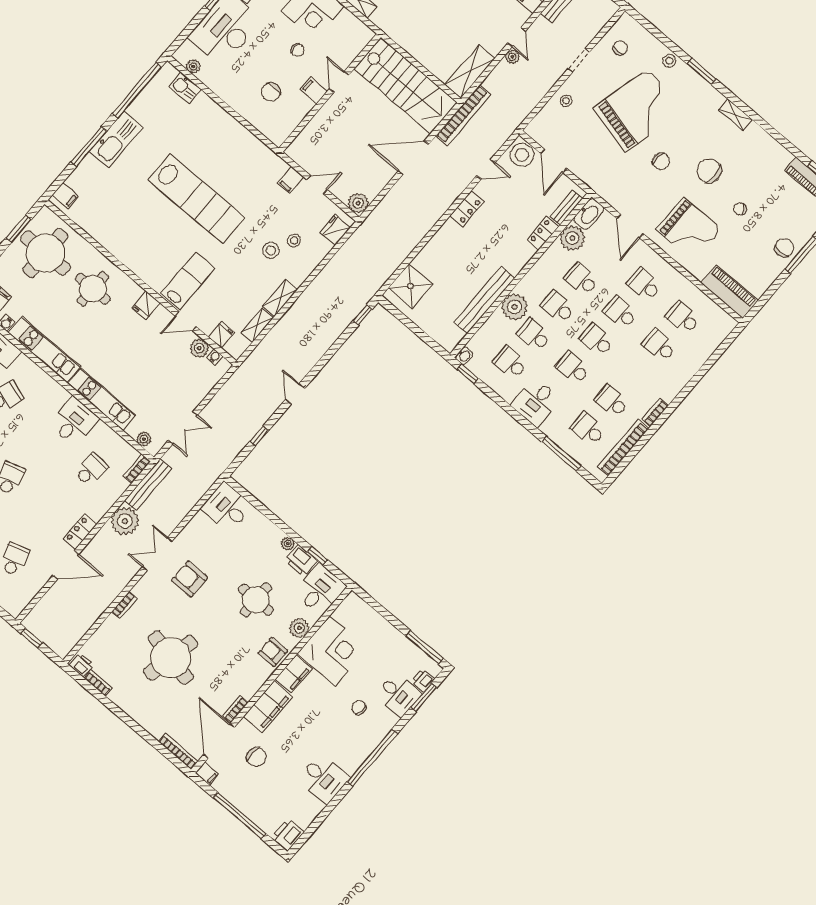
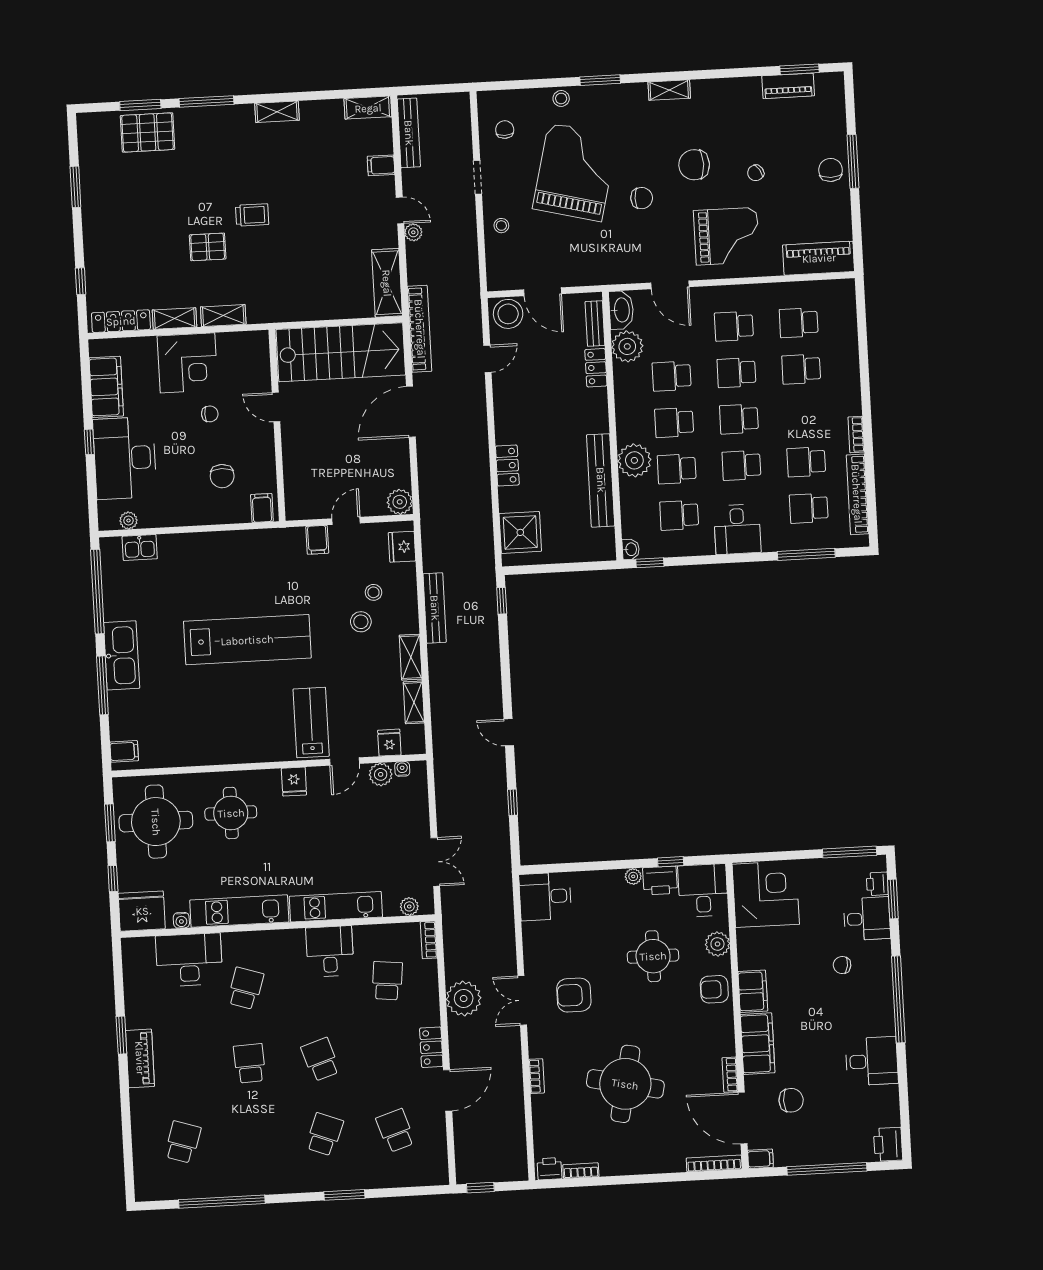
filing cabinet: (314, 90) -> (262, 508), moved, turned 90
locker: (467, 209) -> (507, 465), moved
bench: (148, 485) -> (435, 608), moved
corner desk: (332, 651) -> (766, 894), moved

